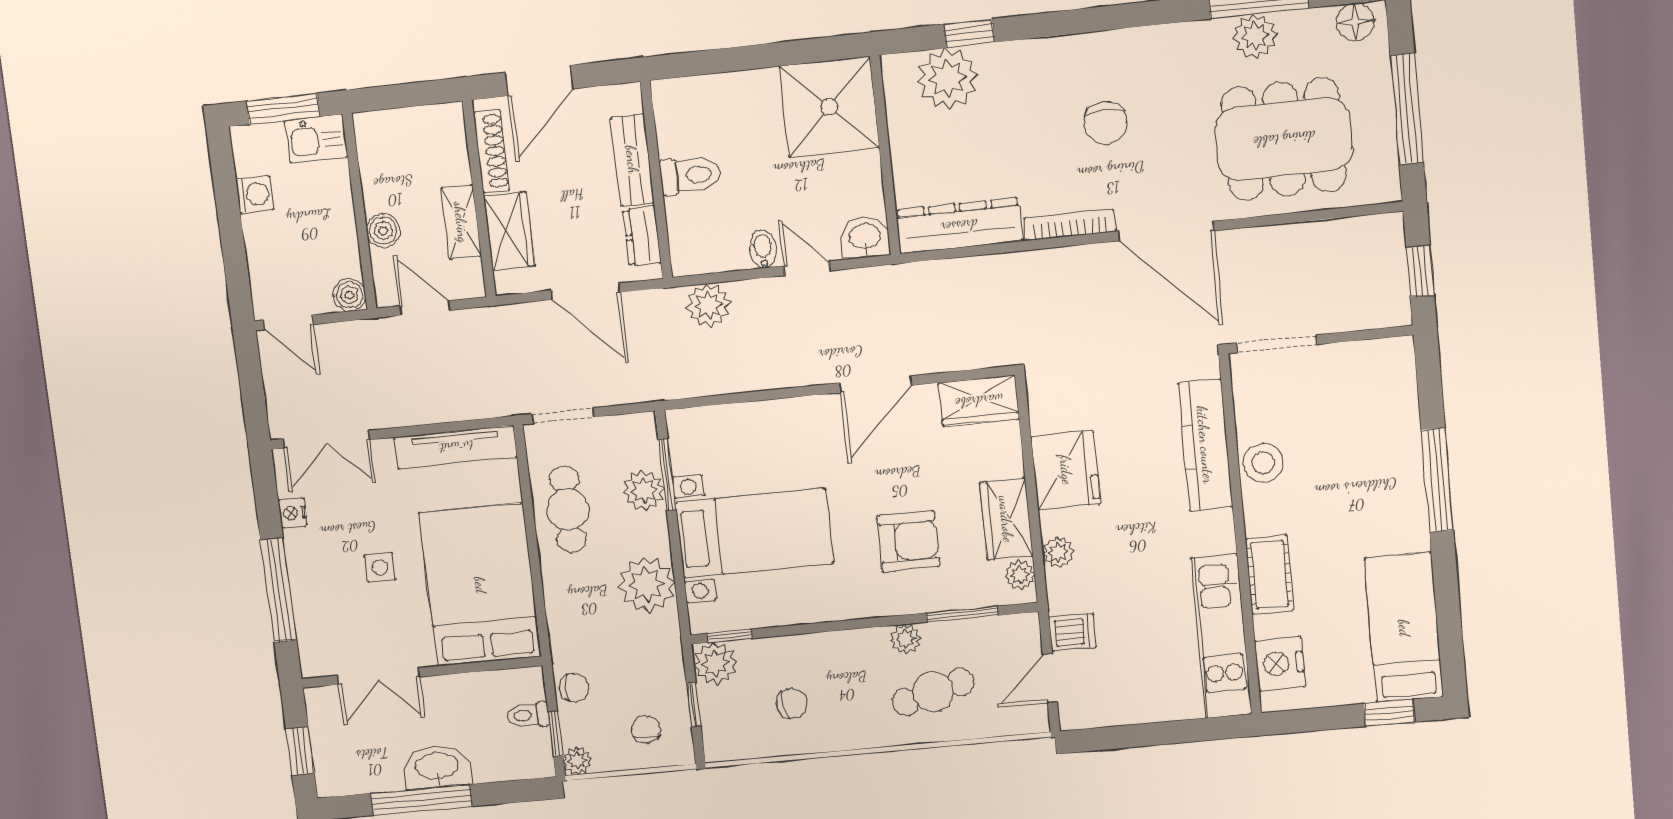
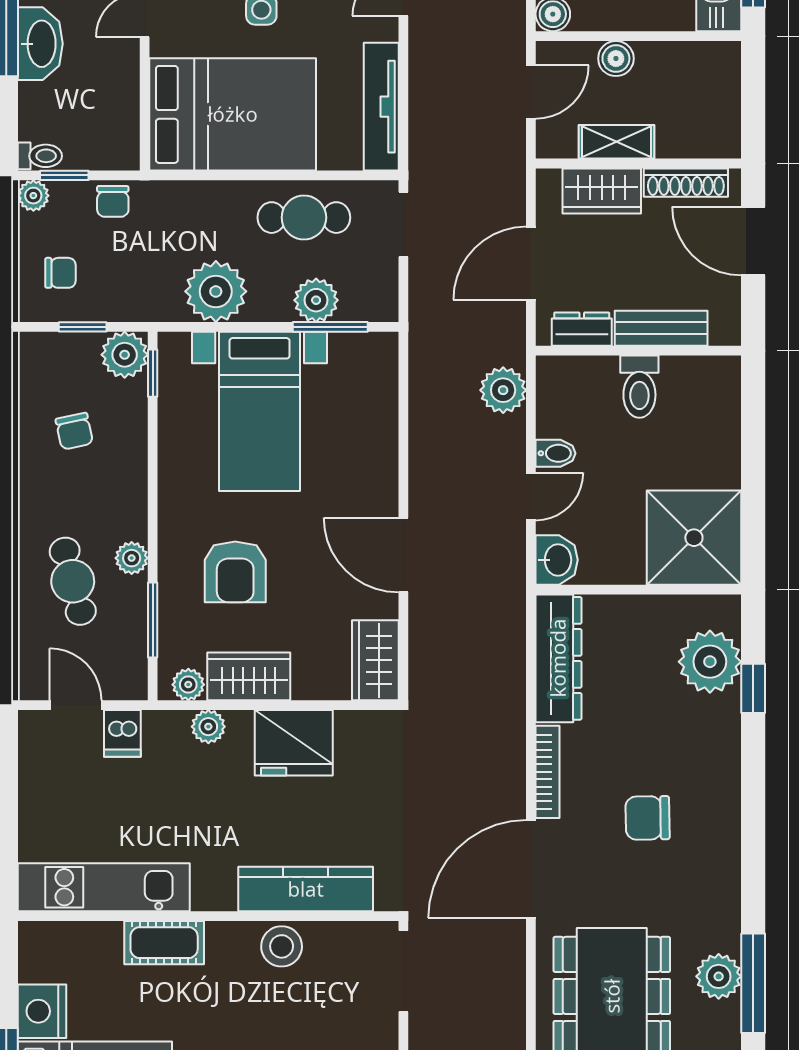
nightstand: (1280, 664) -> (42, 1011), moved, turned -90
toilet: (528, 715) -> (40, 156), moved, turned 90

